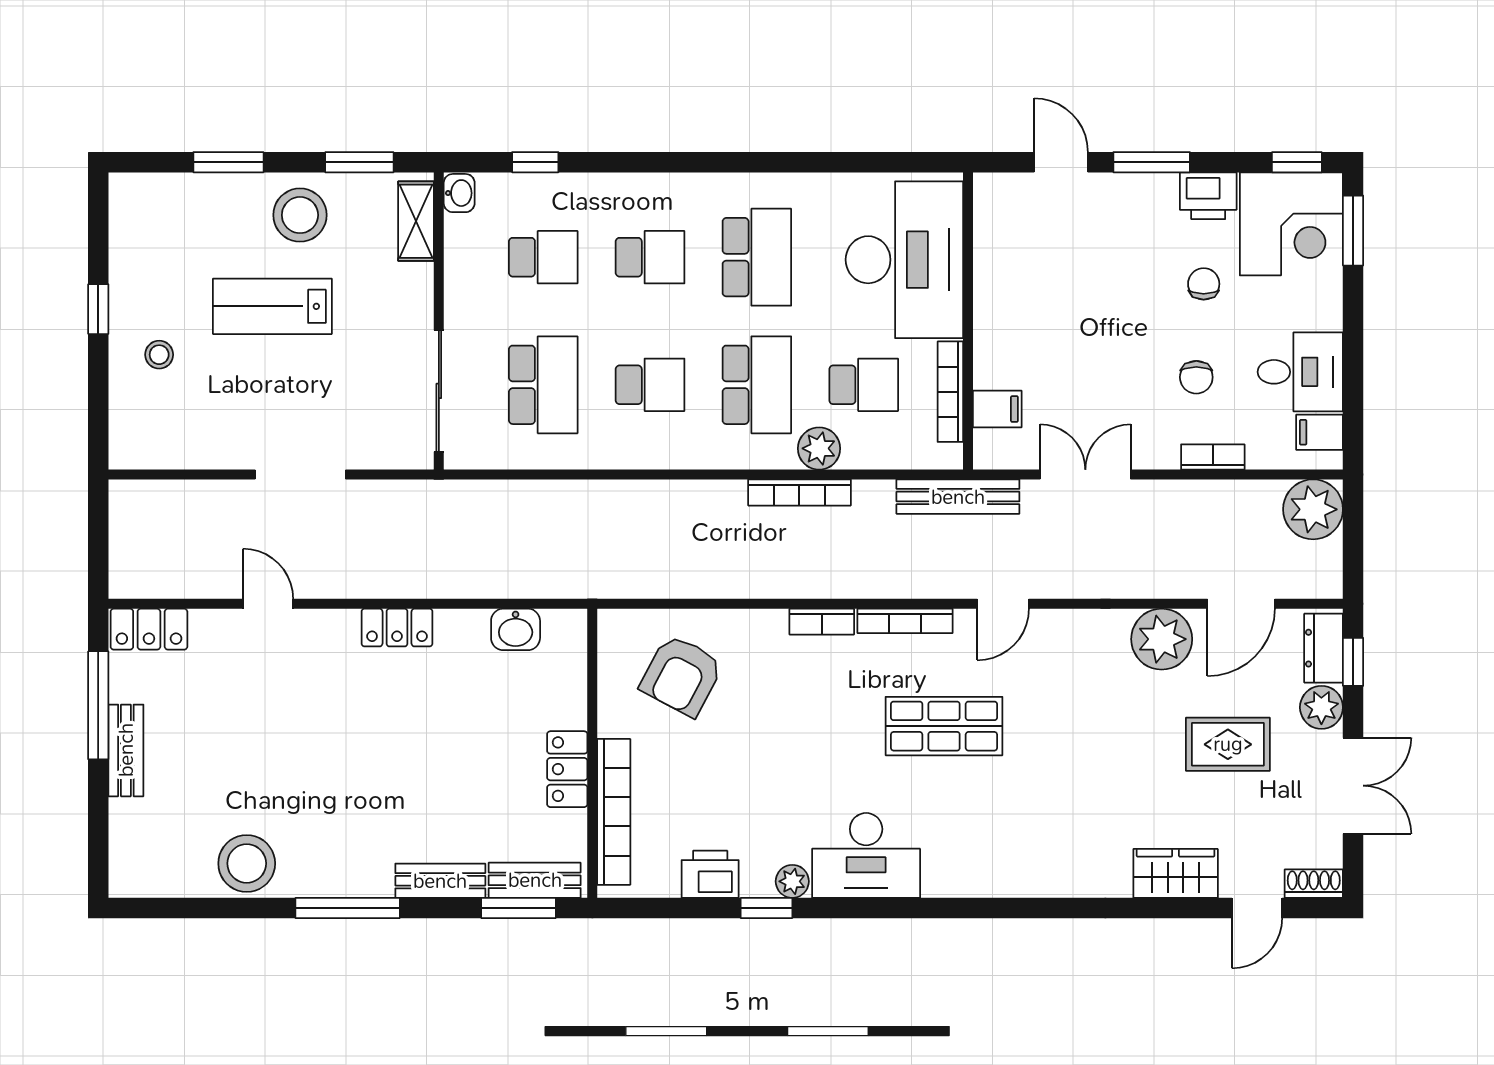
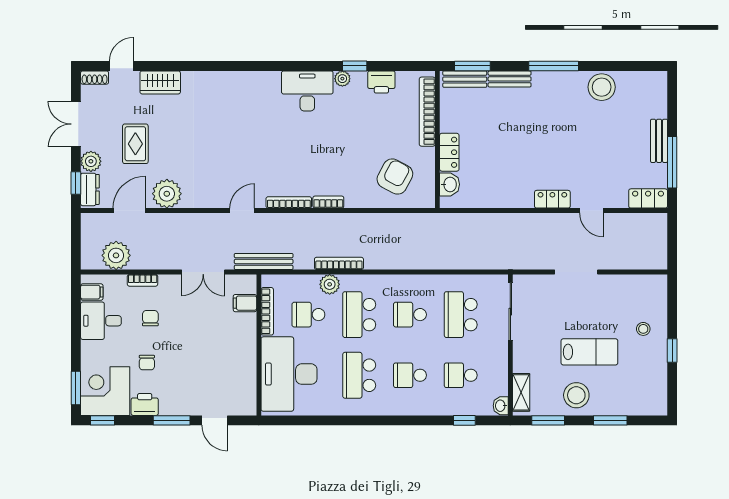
plant: (1313, 509) -> (116, 255), moved
locker: (397, 628) -> (552, 199), moved
washbasin: (516, 629) -> (450, 184), moved, turned 90
shop shelf: (944, 726) -> (270, 152), removed
rug: (1228, 744) -> (135, 144), turned 90
locker: (567, 769) -> (449, 152), moved

